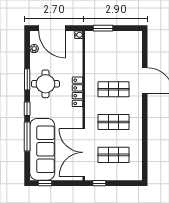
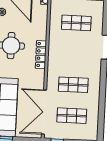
shop shelf: (113, 89) -> (76, 23), moved

